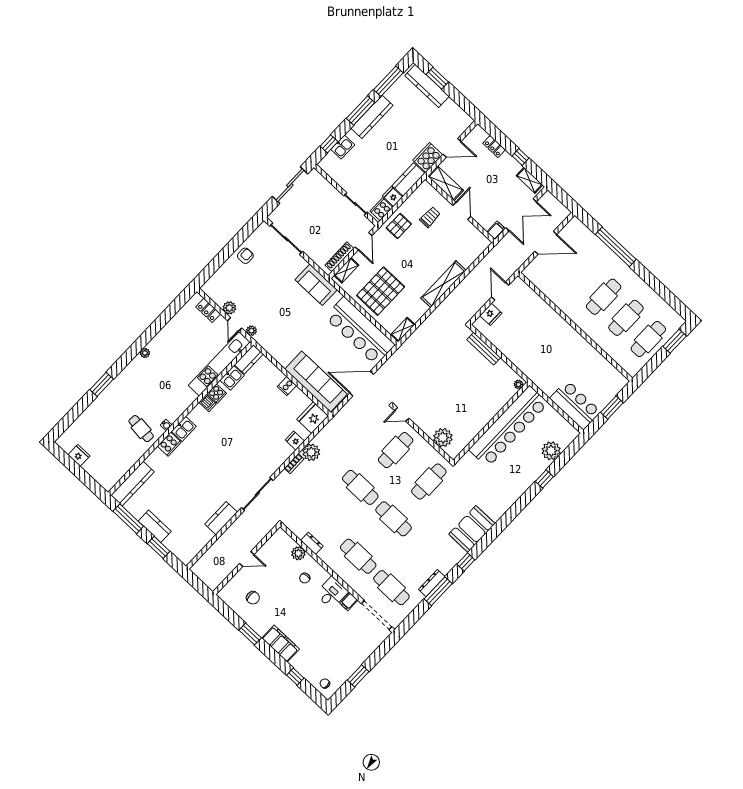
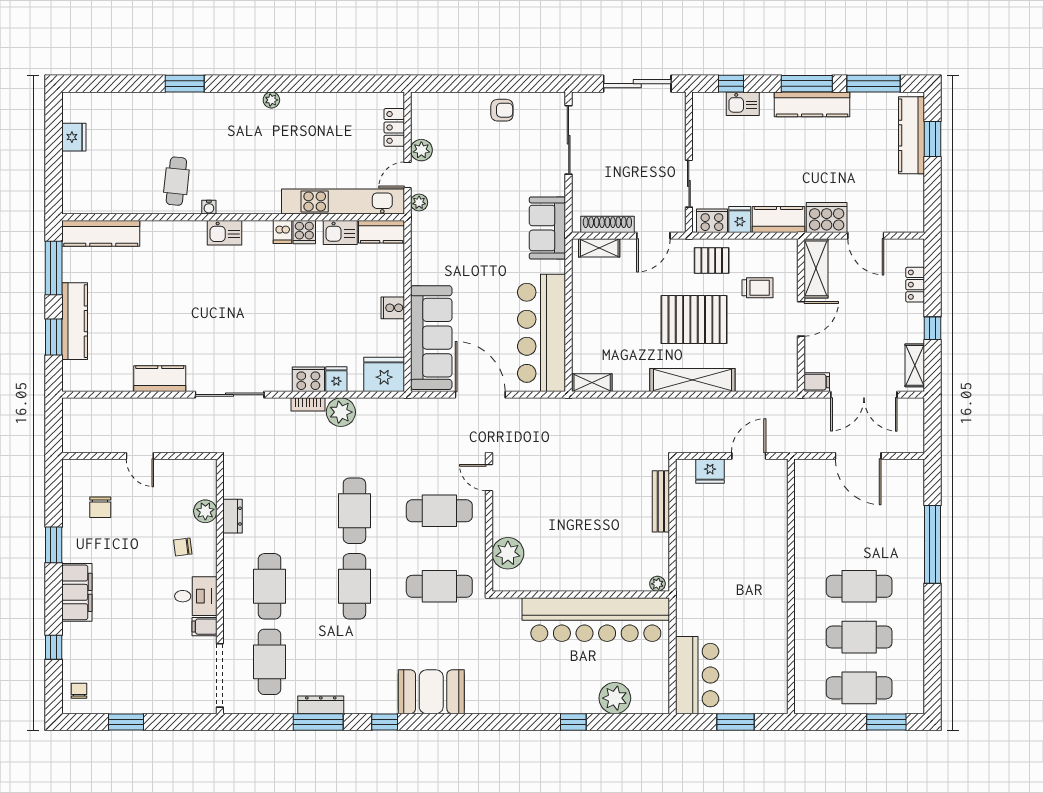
pallet: (381, 291) -> (694, 320), moved
cooker: (169, 444) -> (308, 379), moved, turned 180
kitchen counter: (155, 526) -> (75, 321), width x1.50

